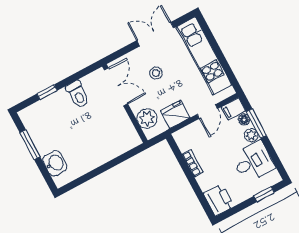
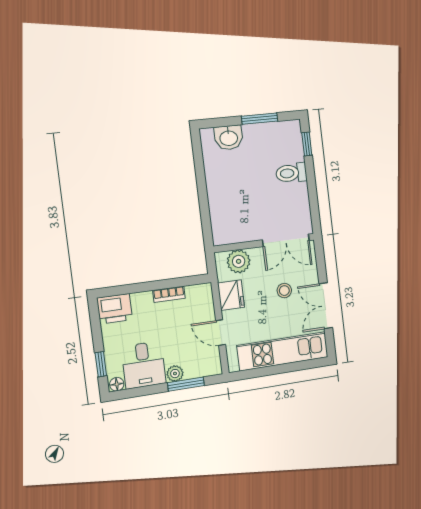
double door: (155, 34) -> (326, 306), swing flipped
window: (47, 92) -> (307, 144), moved
toilet: (78, 94) -> (291, 173), moved
filing cabinet: (233, 109) -> (212, 364), removed
floor lamp: (244, 120) -> (117, 384), moved

